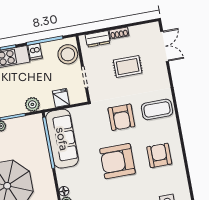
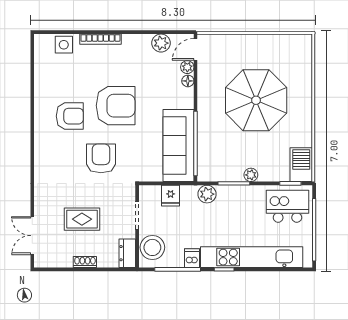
dresser: (98, 39) -> (127, 253), moved, turned -90
coffee table: (157, 109) -> (56, 160), removed
armchair: (159, 155) -> (70, 116), moved, turned -90

